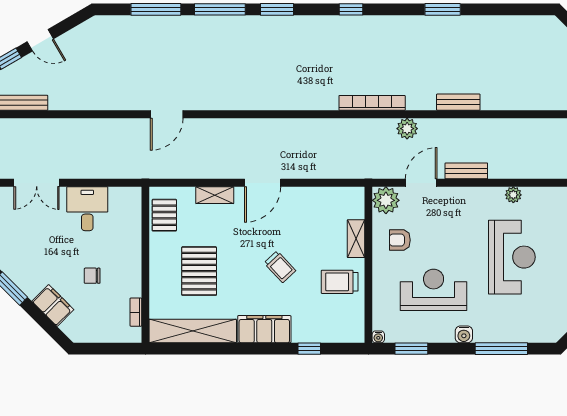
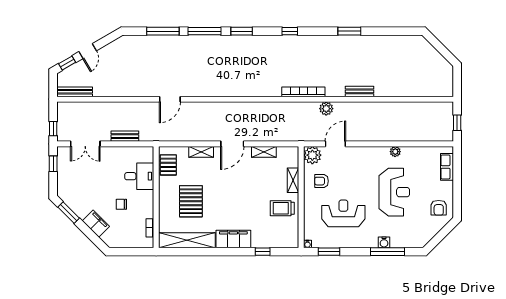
door: (40, 40) -> (88, 51), hinge flipped
bench: (466, 171) -> (125, 136), moved
shelving: (311, 195) -> (264, 152), added
desk: (87, 209) -> (139, 176), moved, turned 90
trolley: (280, 267) -> (243, 198), removed
water cooler: (464, 334) -> (384, 242), moved

